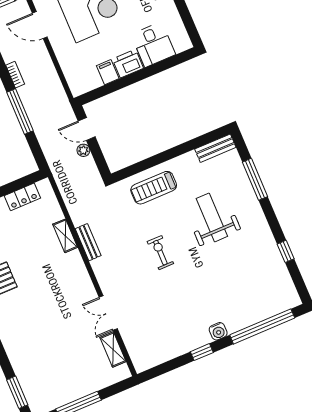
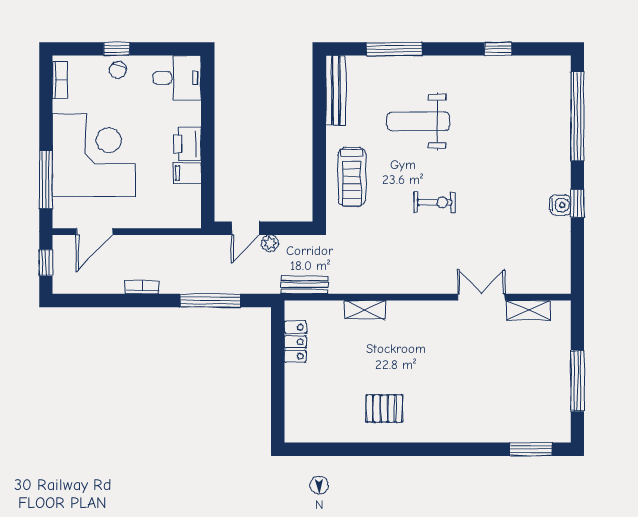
desk: (153, 45) -> (177, 78), moved
window: (20, 112) -> (210, 300), moved
bench: (215, 148) -> (336, 91), width x1.36
bench: (88, 242) -> (304, 285), moved
exercise bike: (160, 253) -> (435, 202), turned 180
double door: (108, 313) -> (481, 297), swing flipped
water cooler: (218, 331) -> (560, 205), moved

